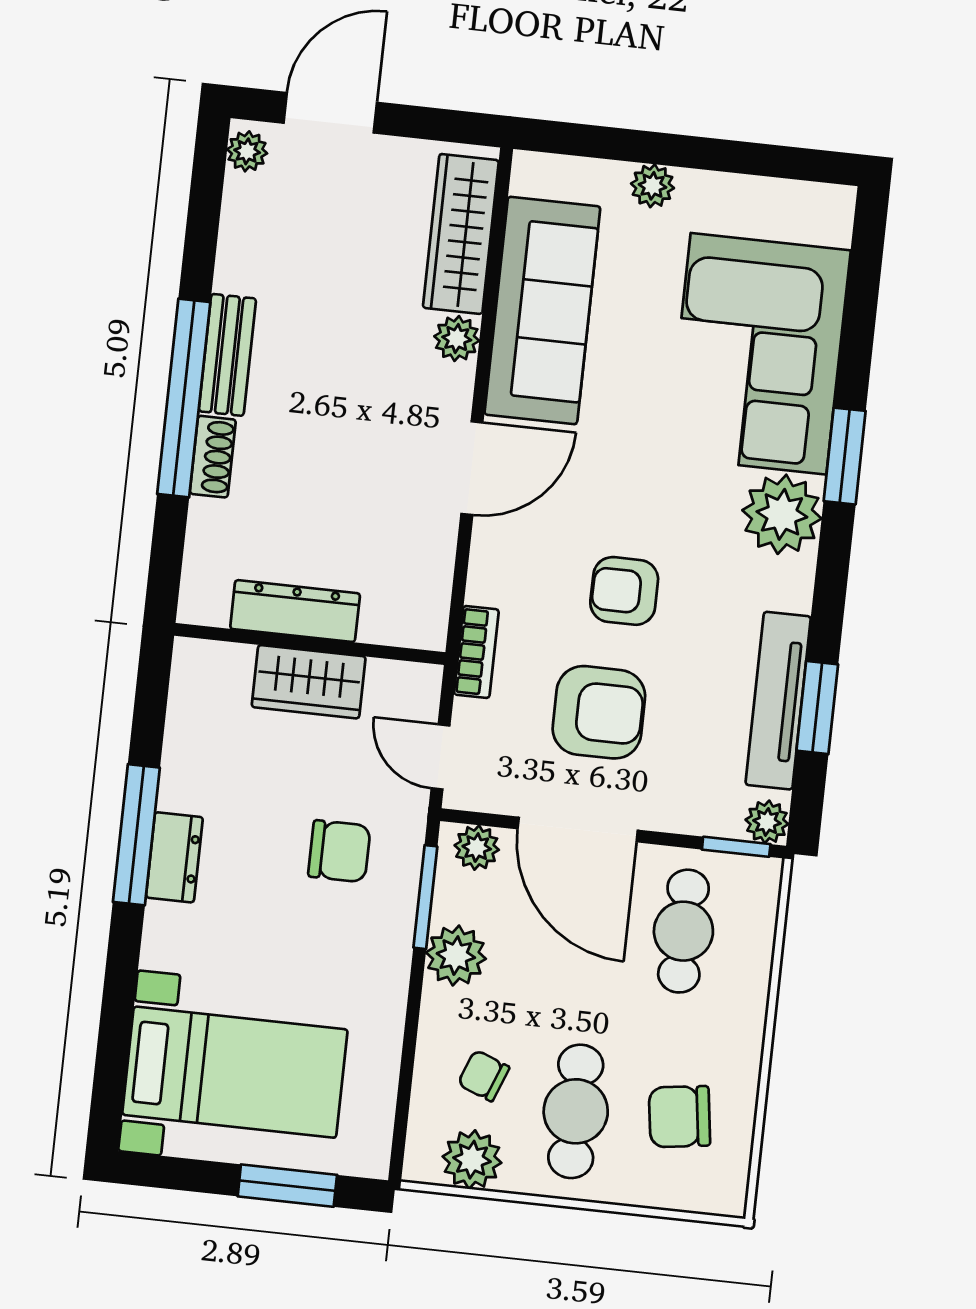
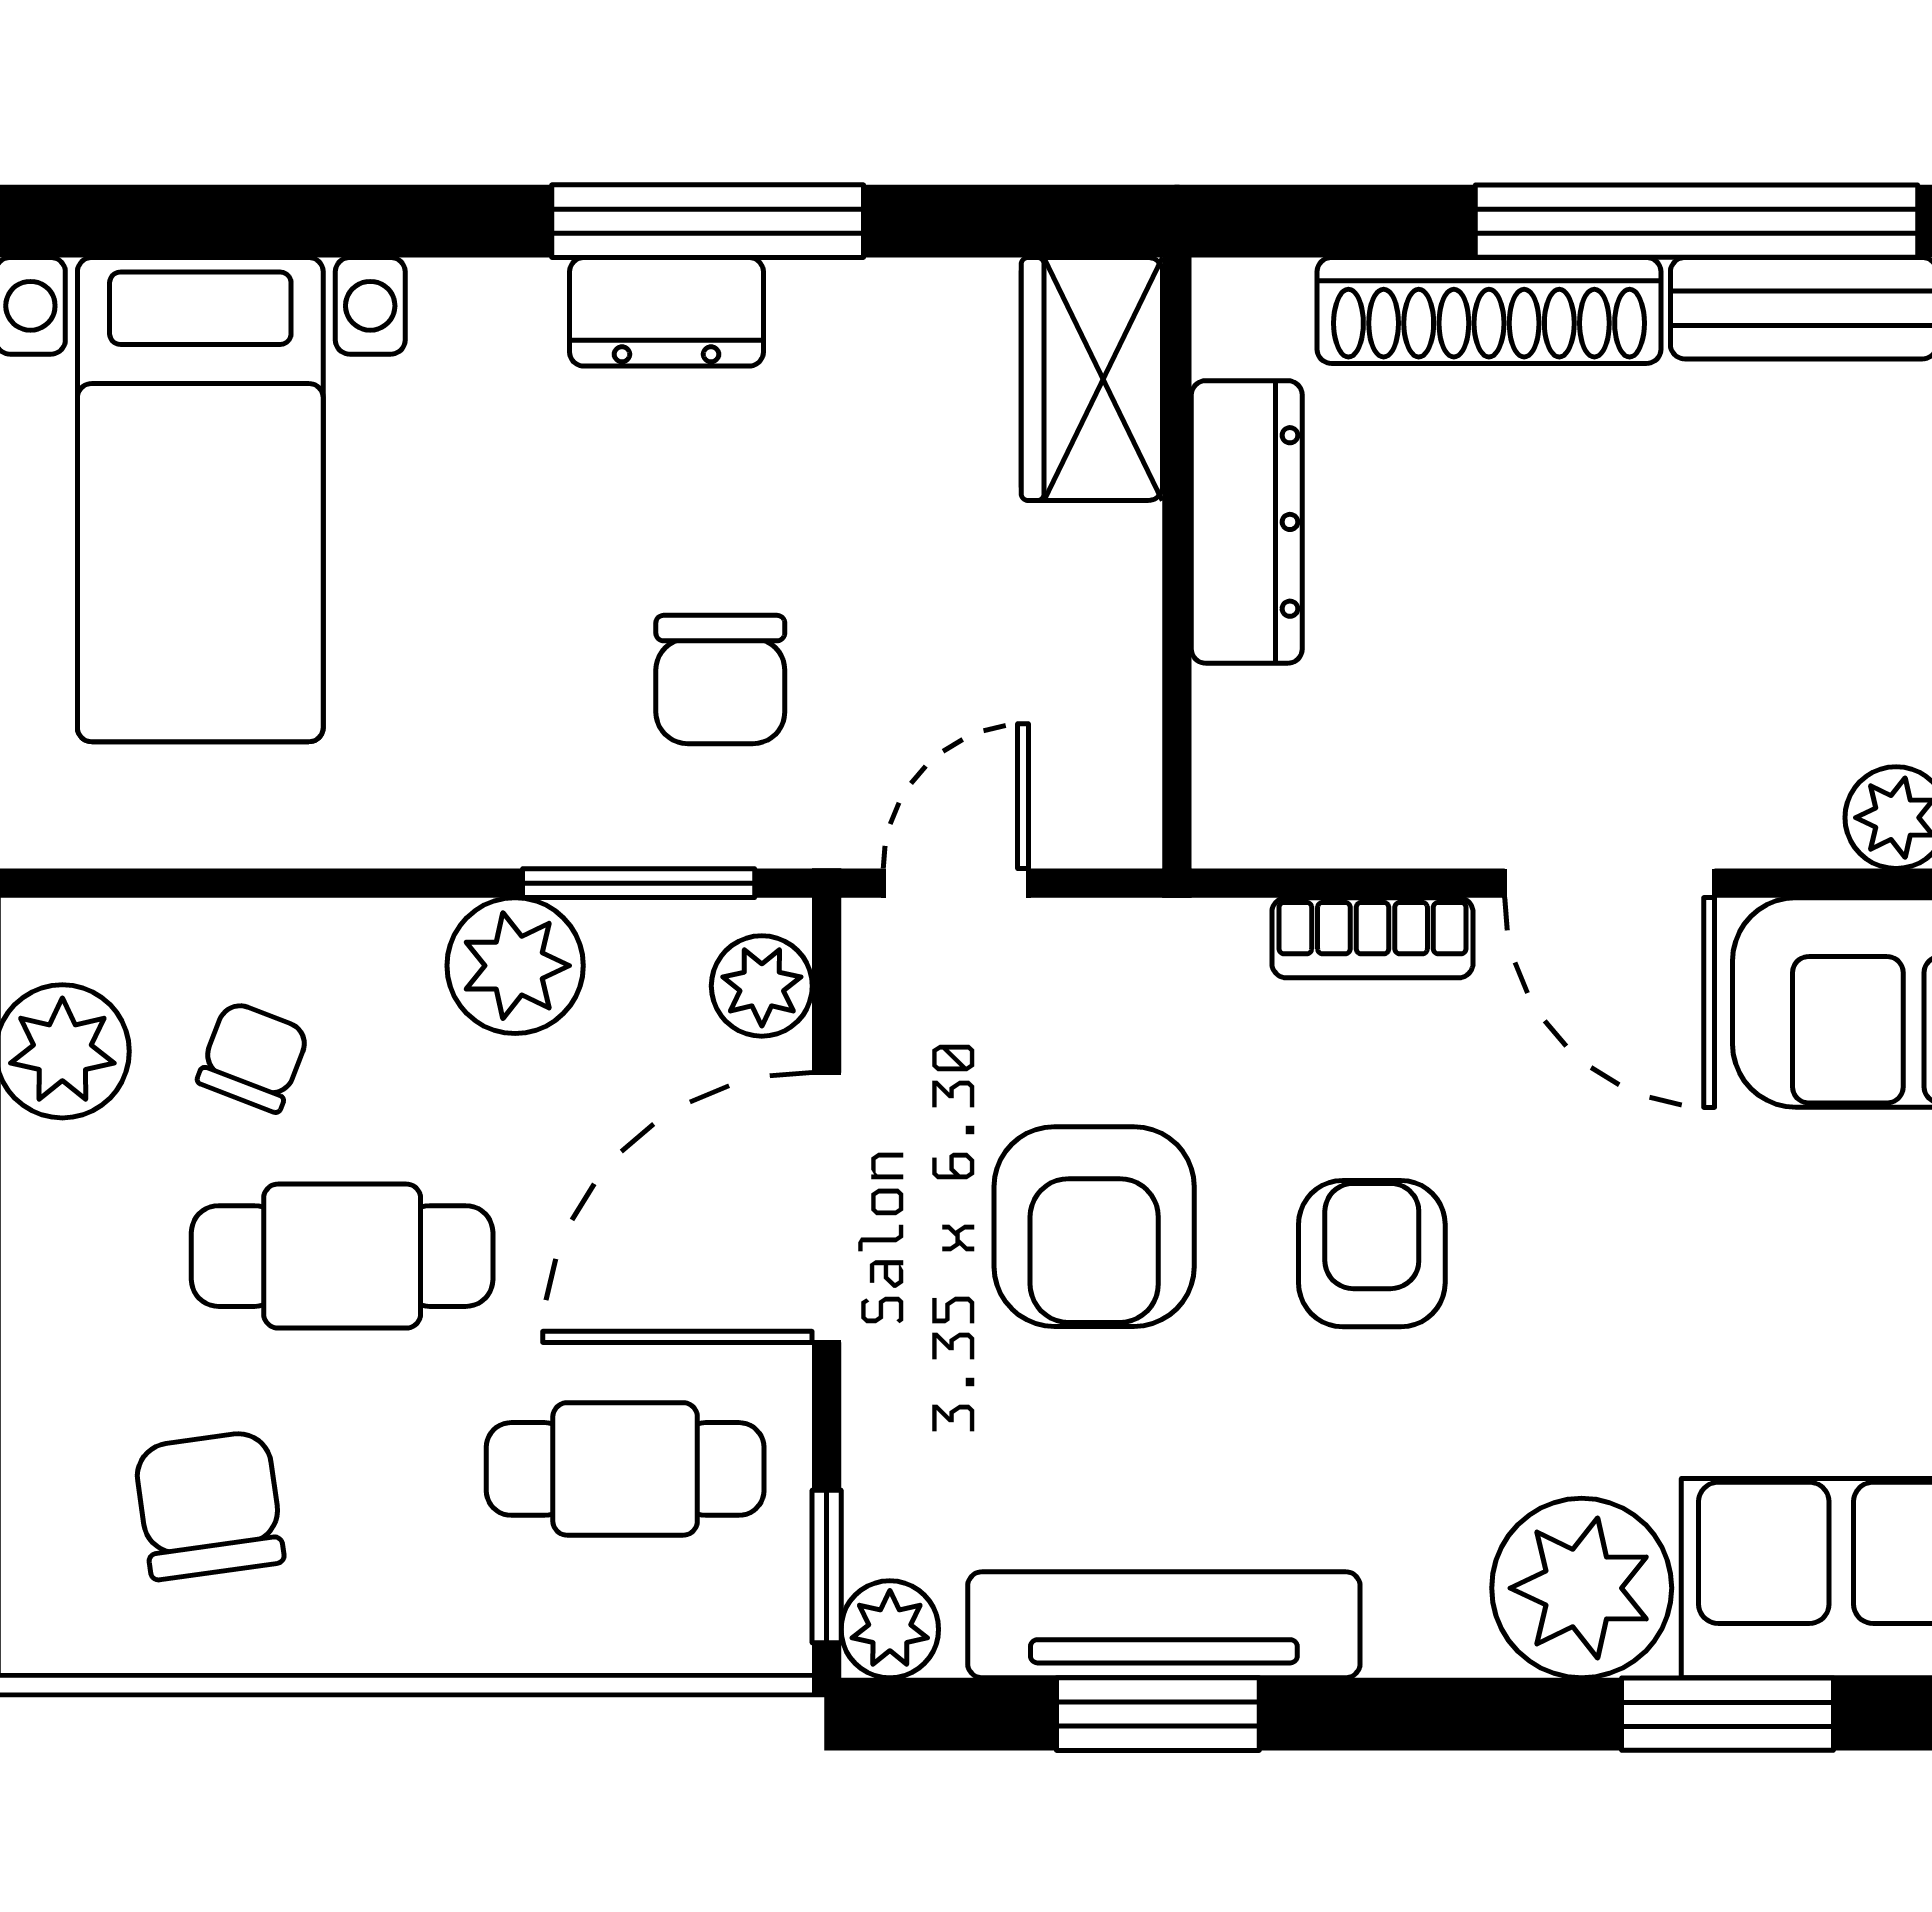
shoe rack: (213, 457) -> (1489, 310), width x1.94, depth x1.24
bookcase: (476, 652) -> (1372, 938), moved
wardrobe: (309, 682) -> (1092, 379), moved
cafe table: (576, 1111) -> (342, 1256), moved

